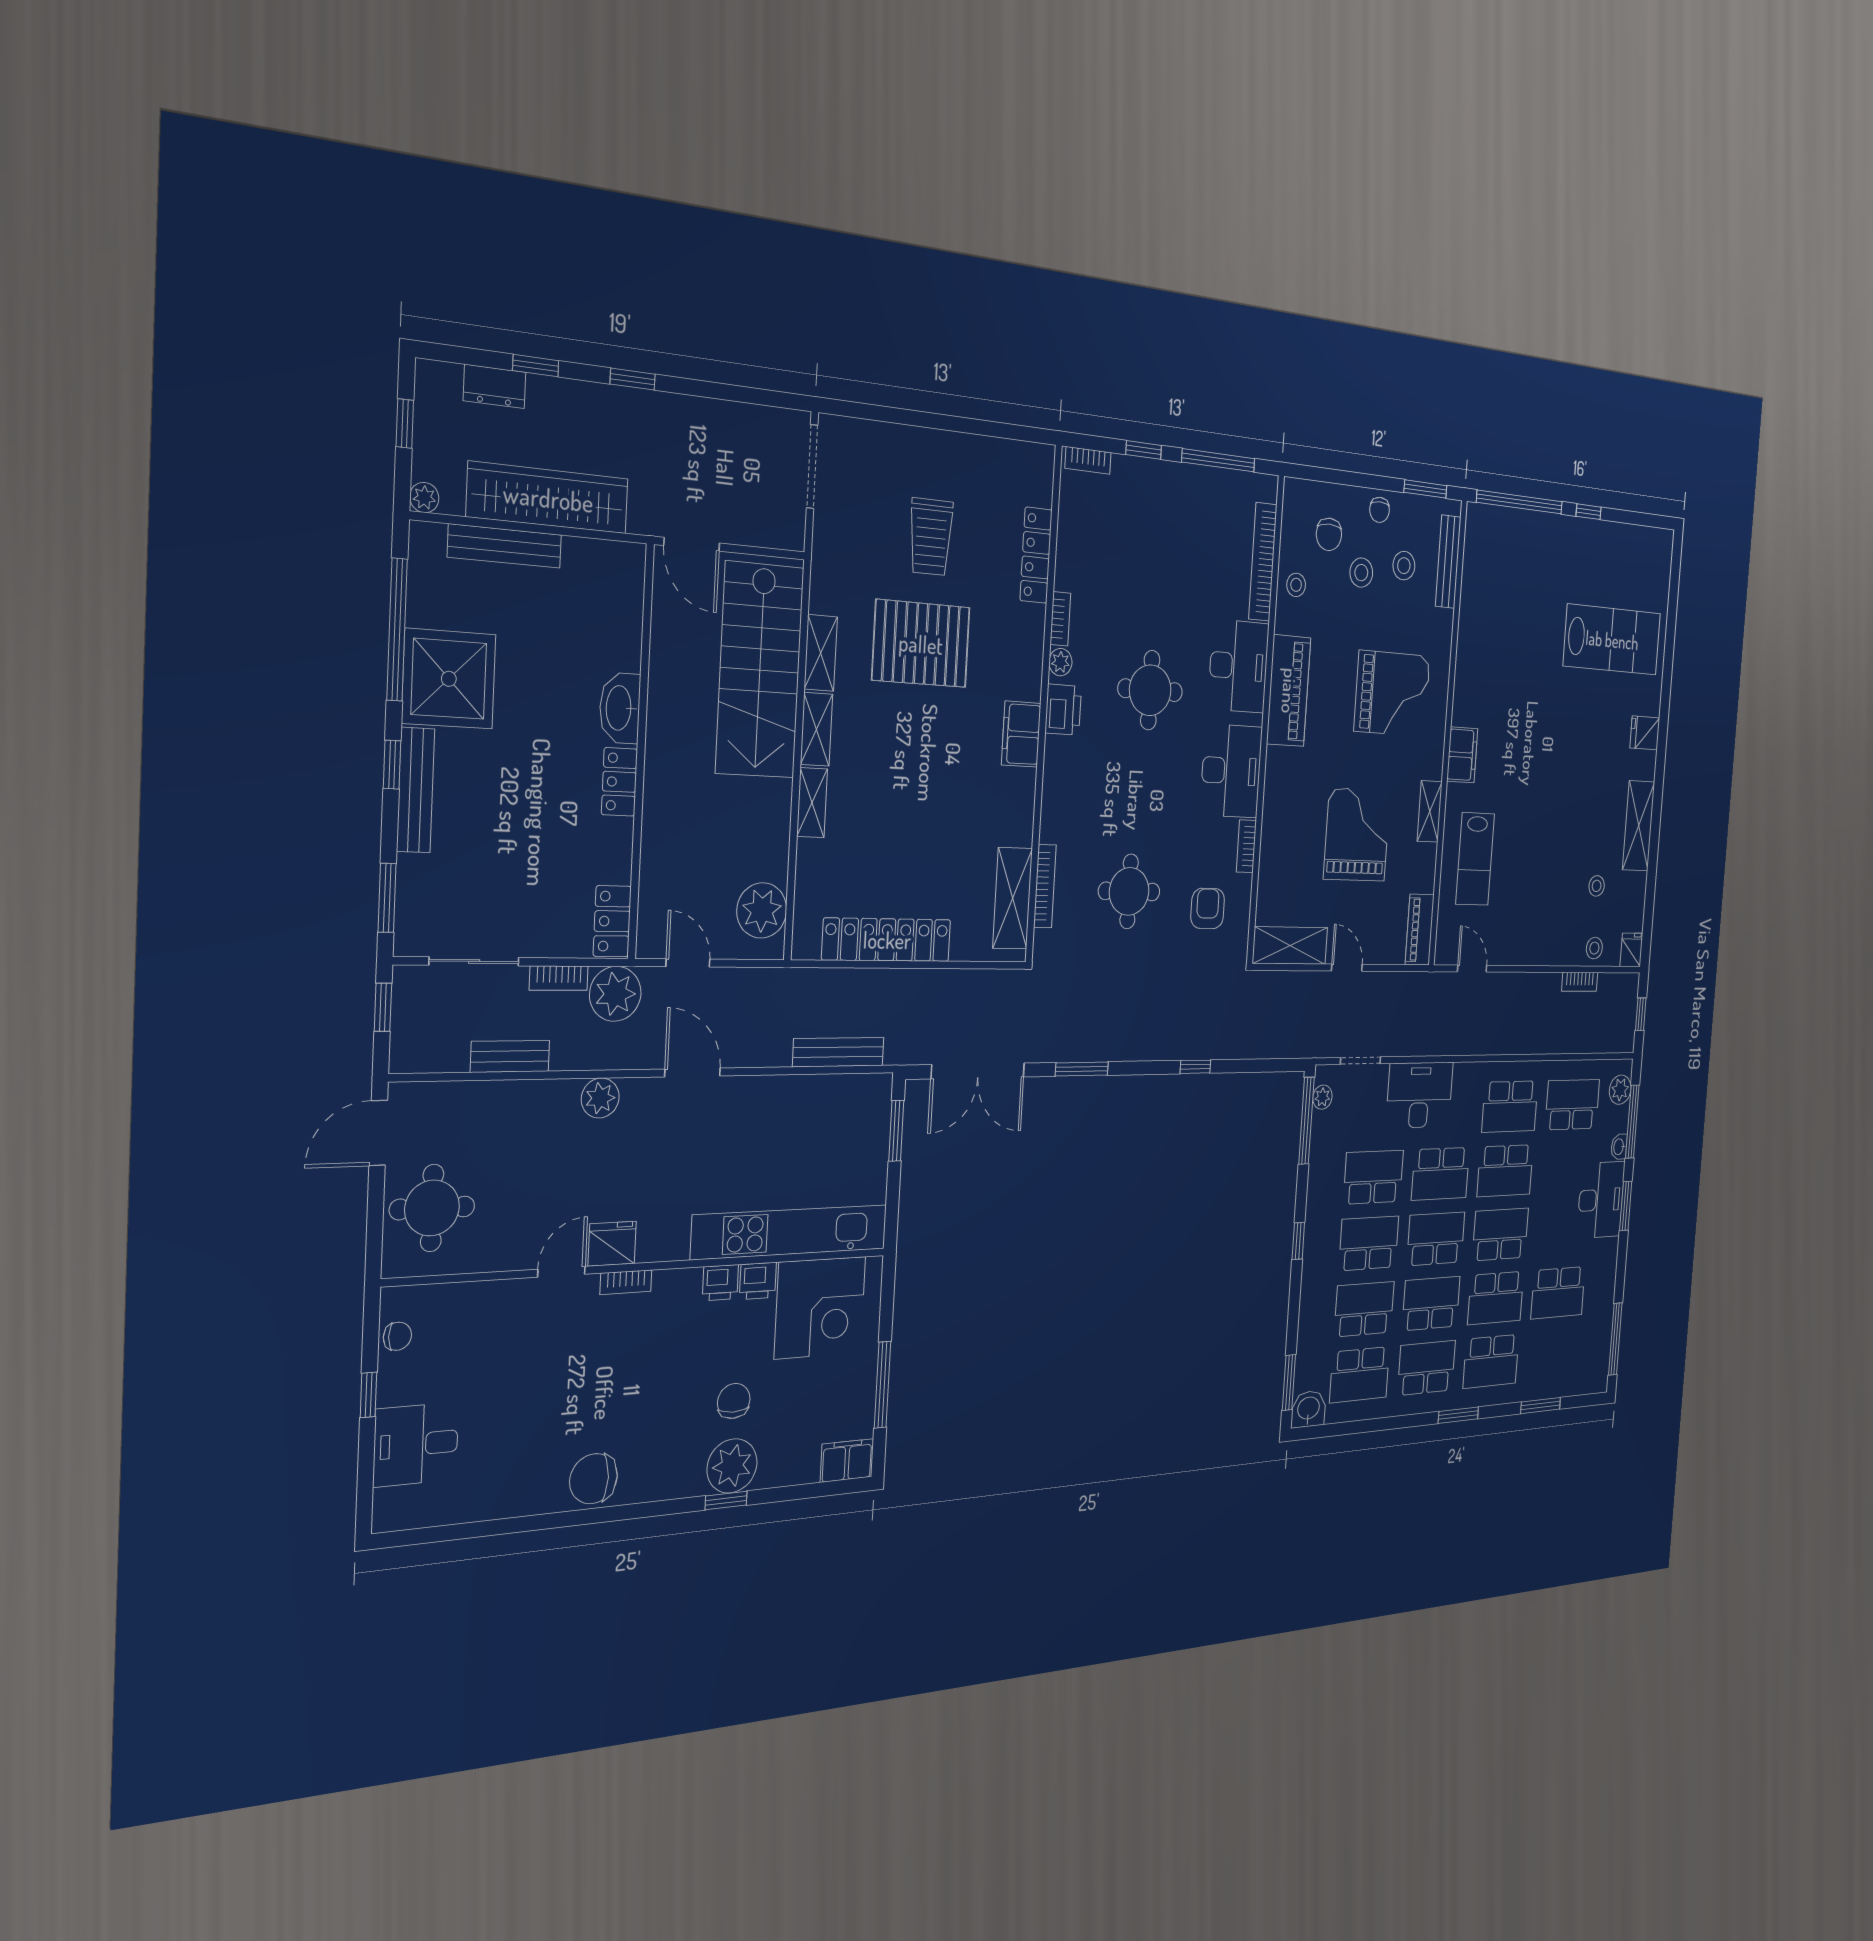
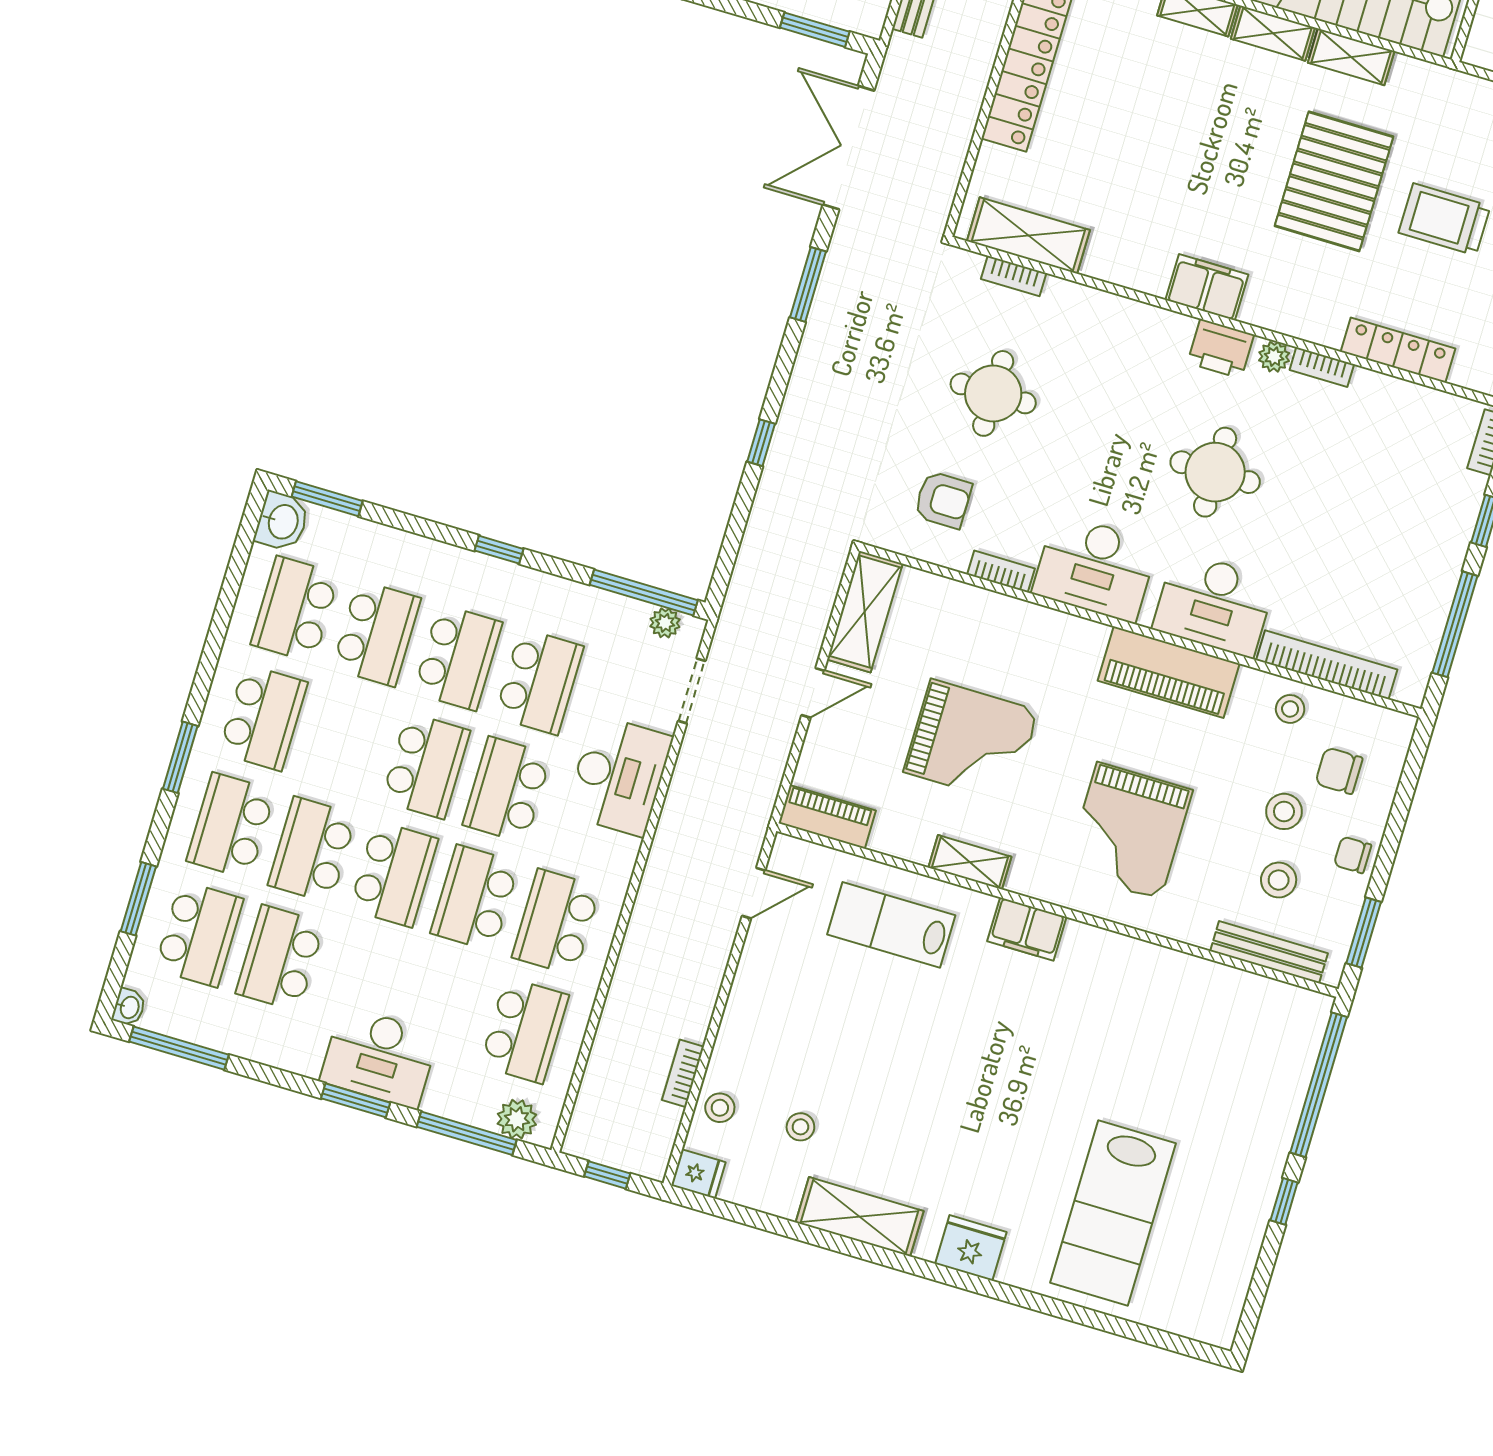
fridge: (1645, 733) -> (971, 1248), width x1.38
bookcase: (1045, 886) -> (1014, 276), width x0.64
washbasin: (1619, 1147) -> (129, 1007), moved, turned 90
school desk: (1431, 1303) -> (199, 934), moved

